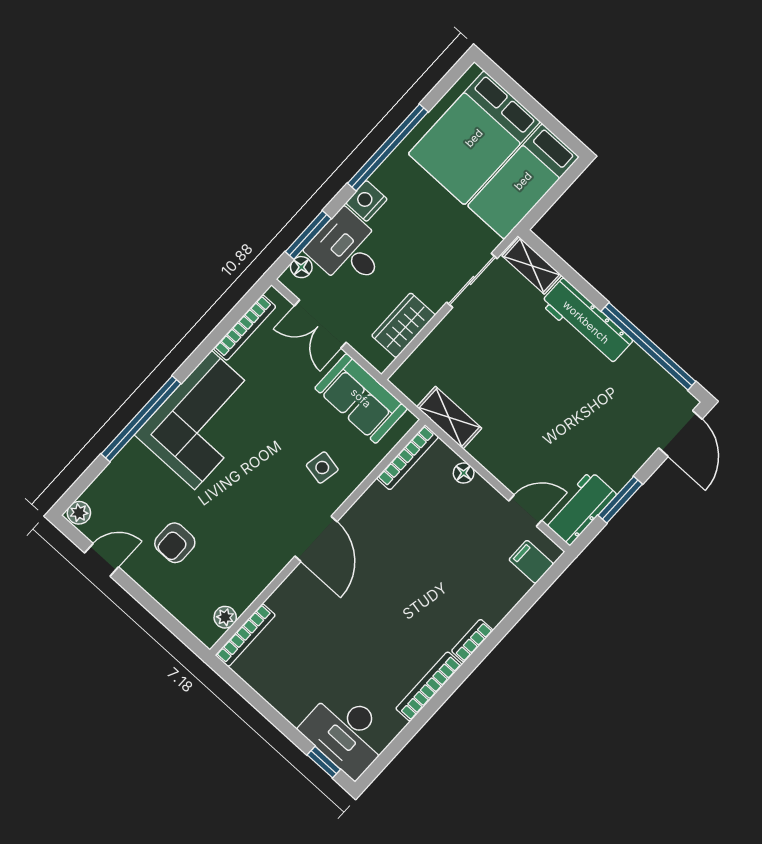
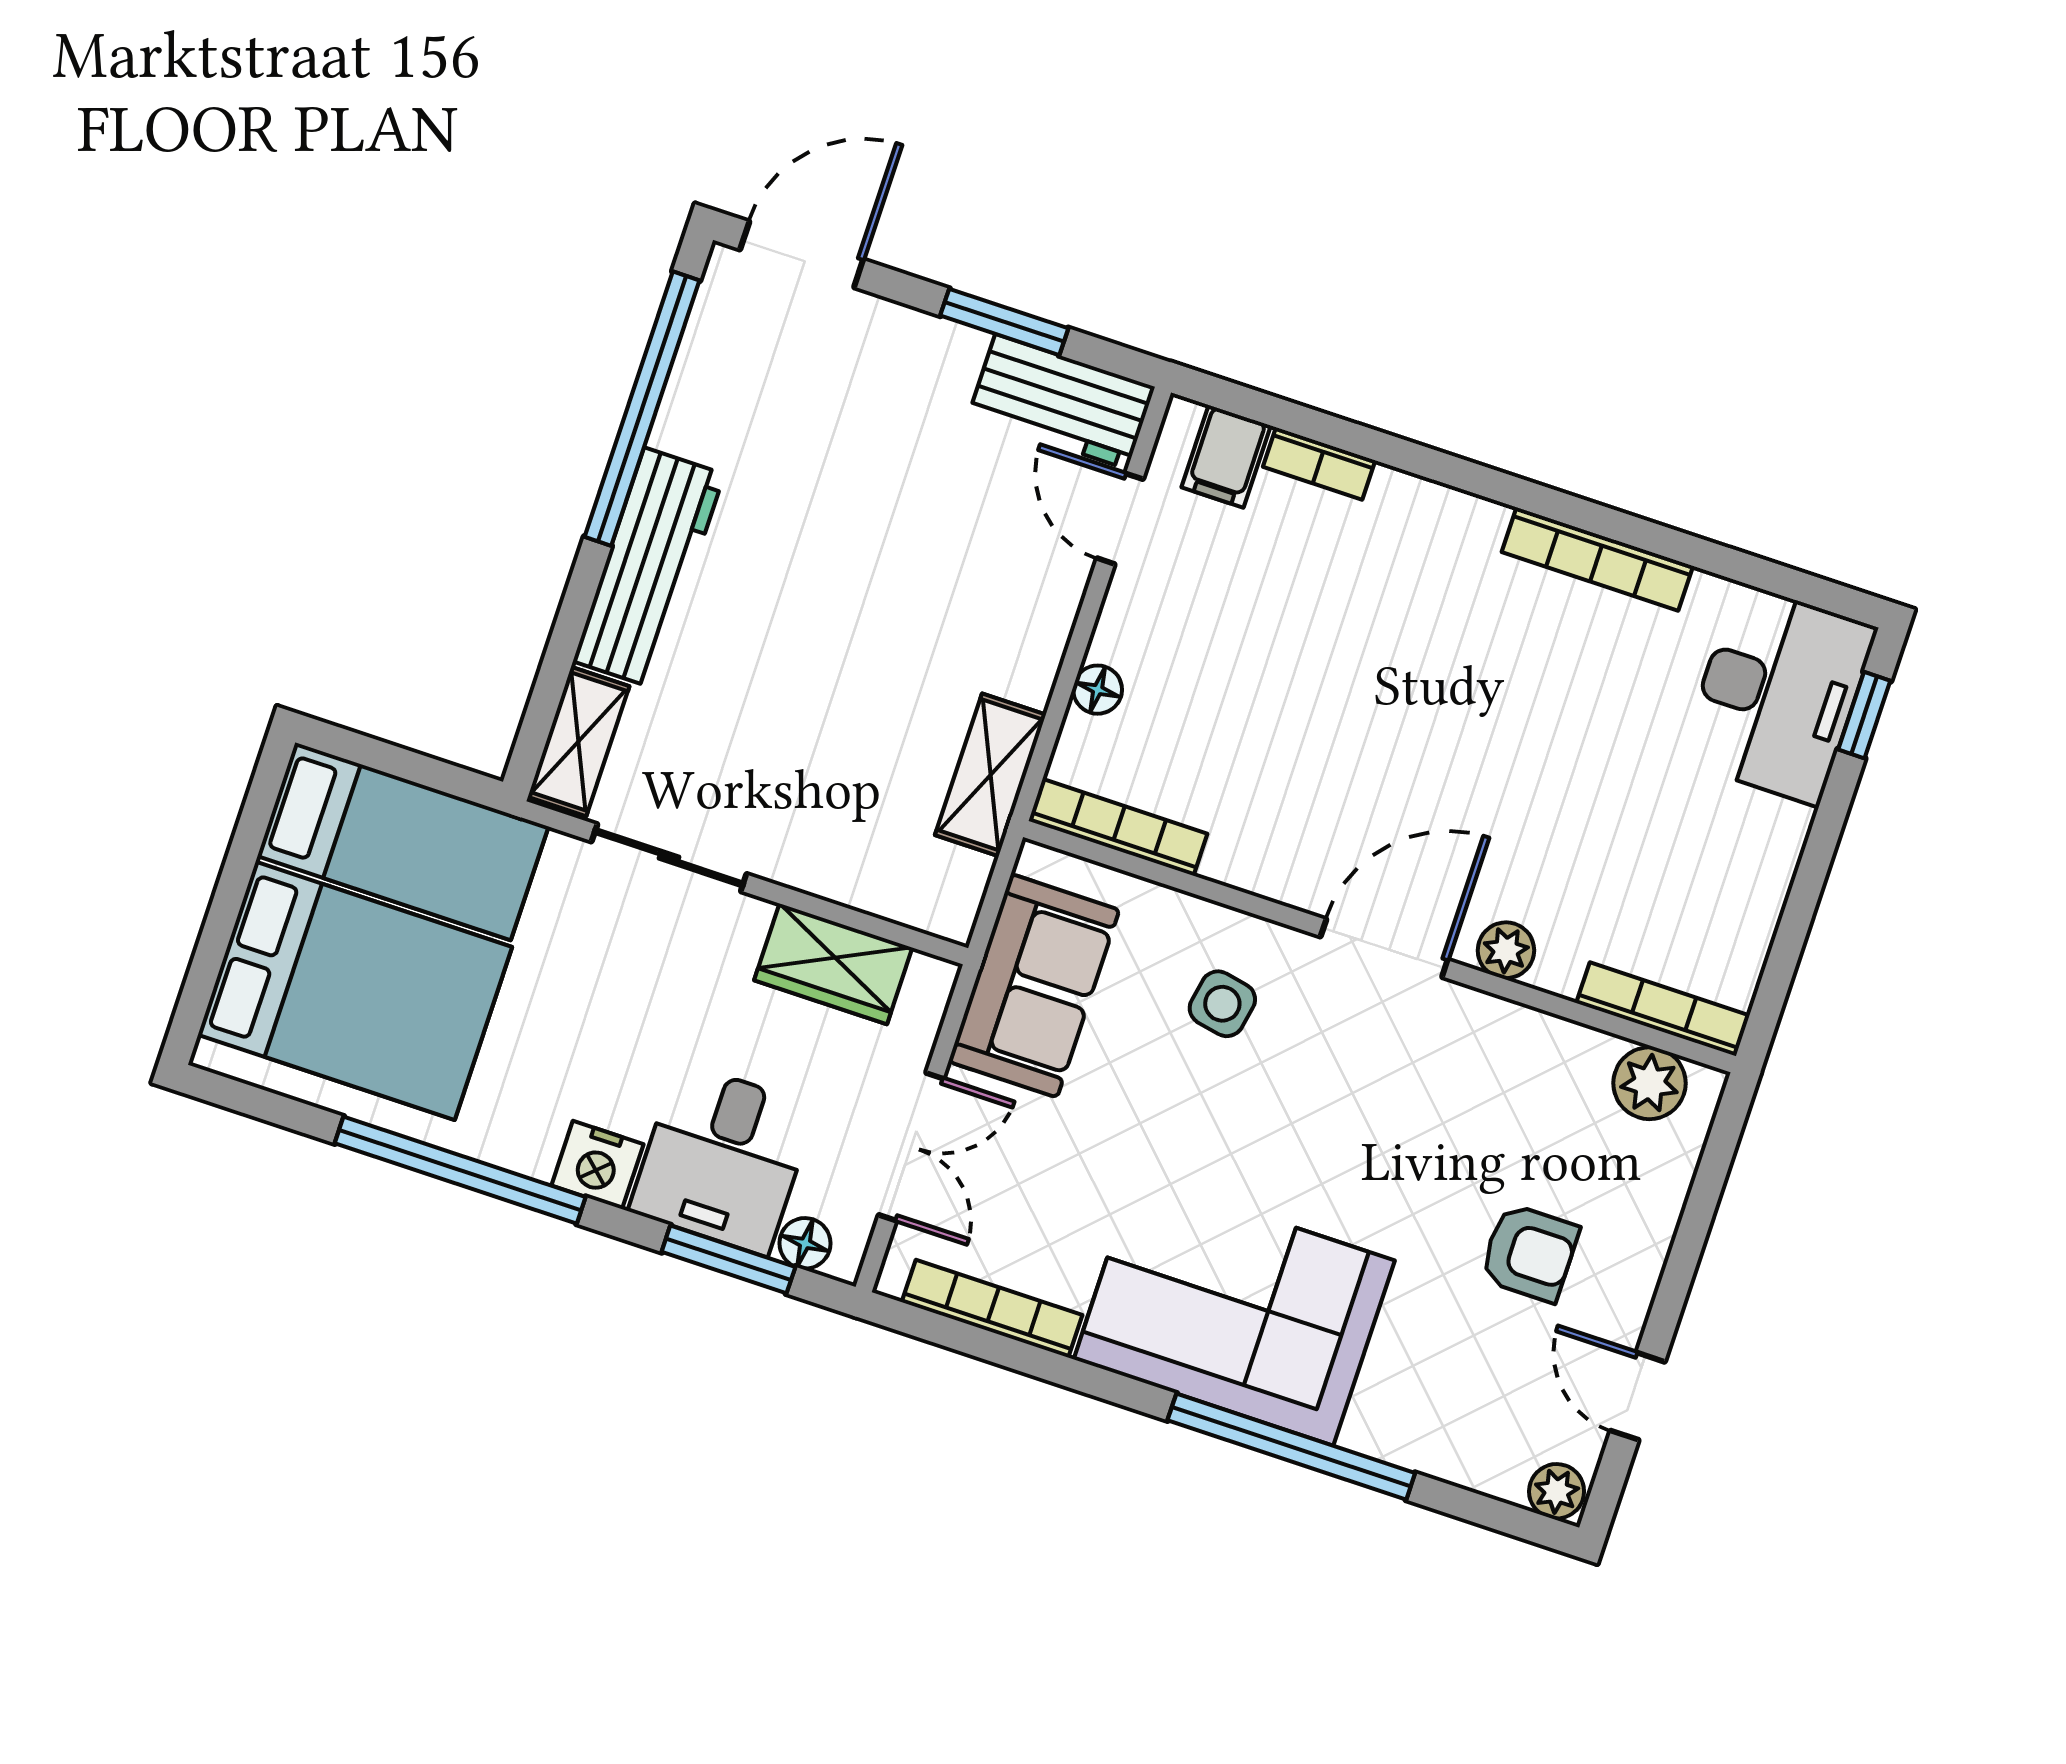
plant: (295, 585) -> (1506, 950), added
plant: (225, 617) -> (1649, 1083), width x1.38, depth x1.38
bookcase: (472, 641) -> (1319, 463), moved

